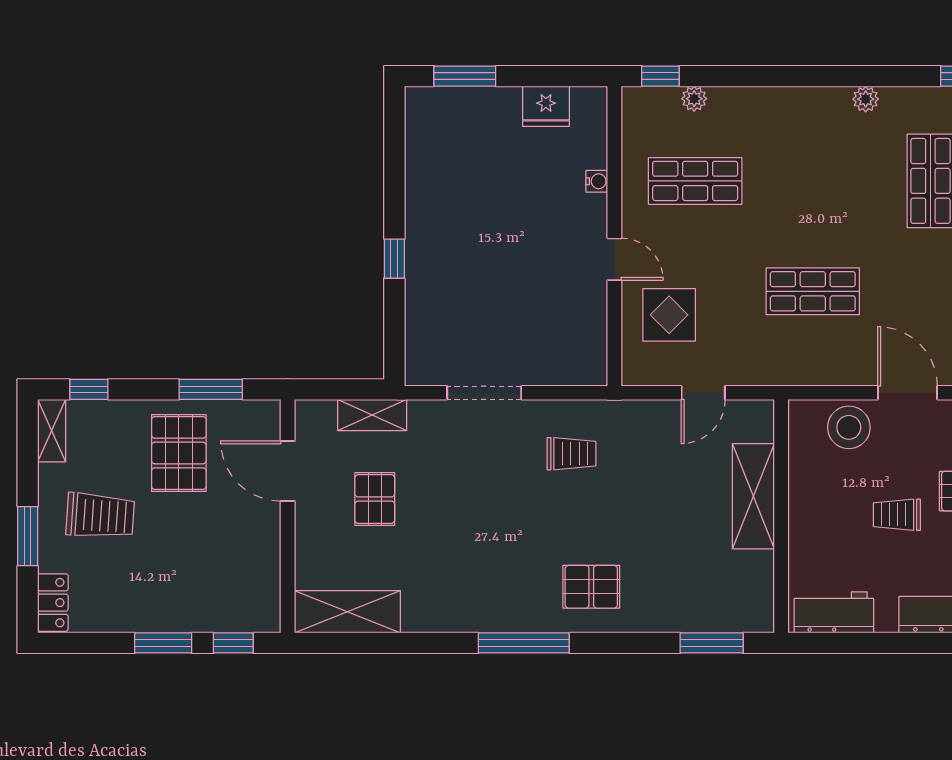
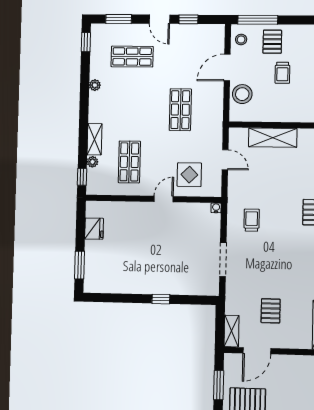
shelving: (745, 102) -> (95, 139), added
water cooler: (597, 181) -> (216, 208), moved
shelving: (372, 415) -> (232, 331), moved
pallet: (375, 499) -> (271, 311), turned 90

